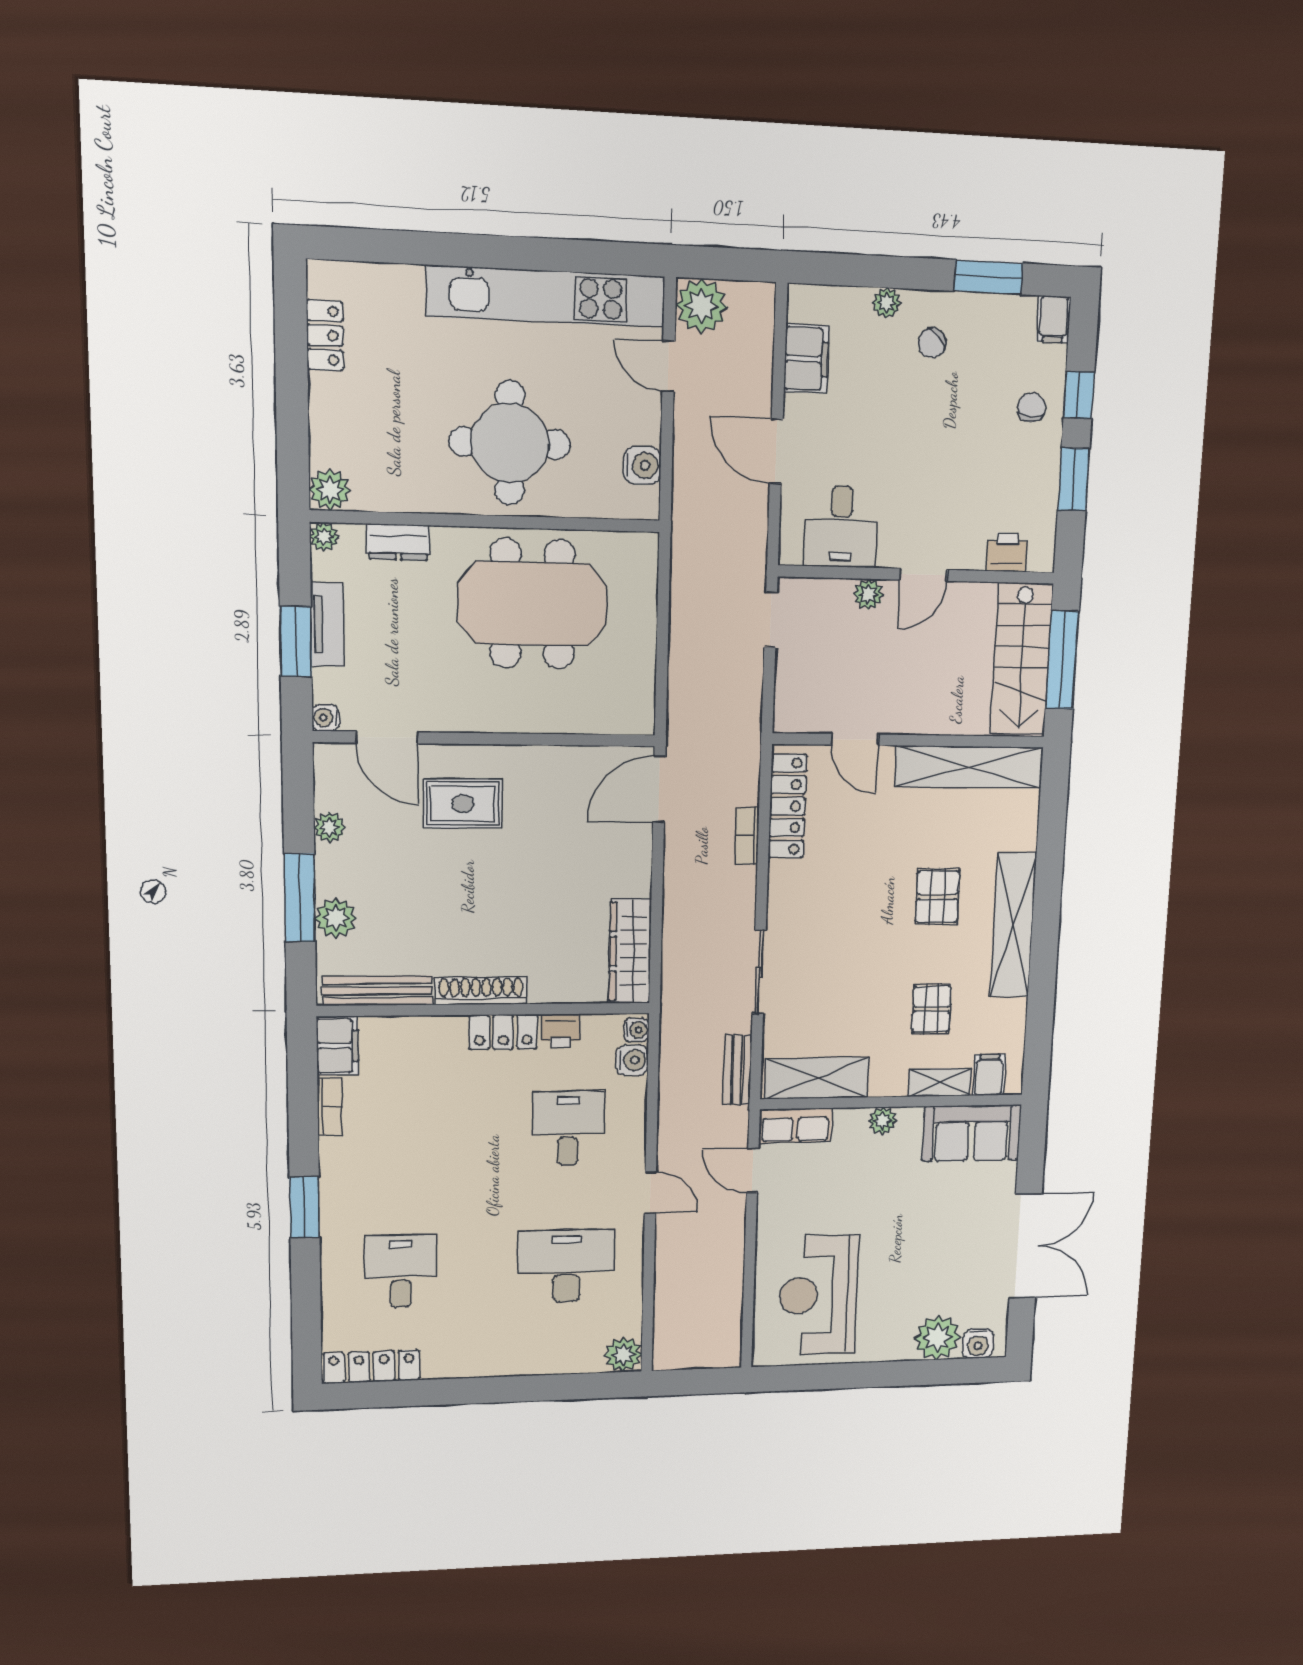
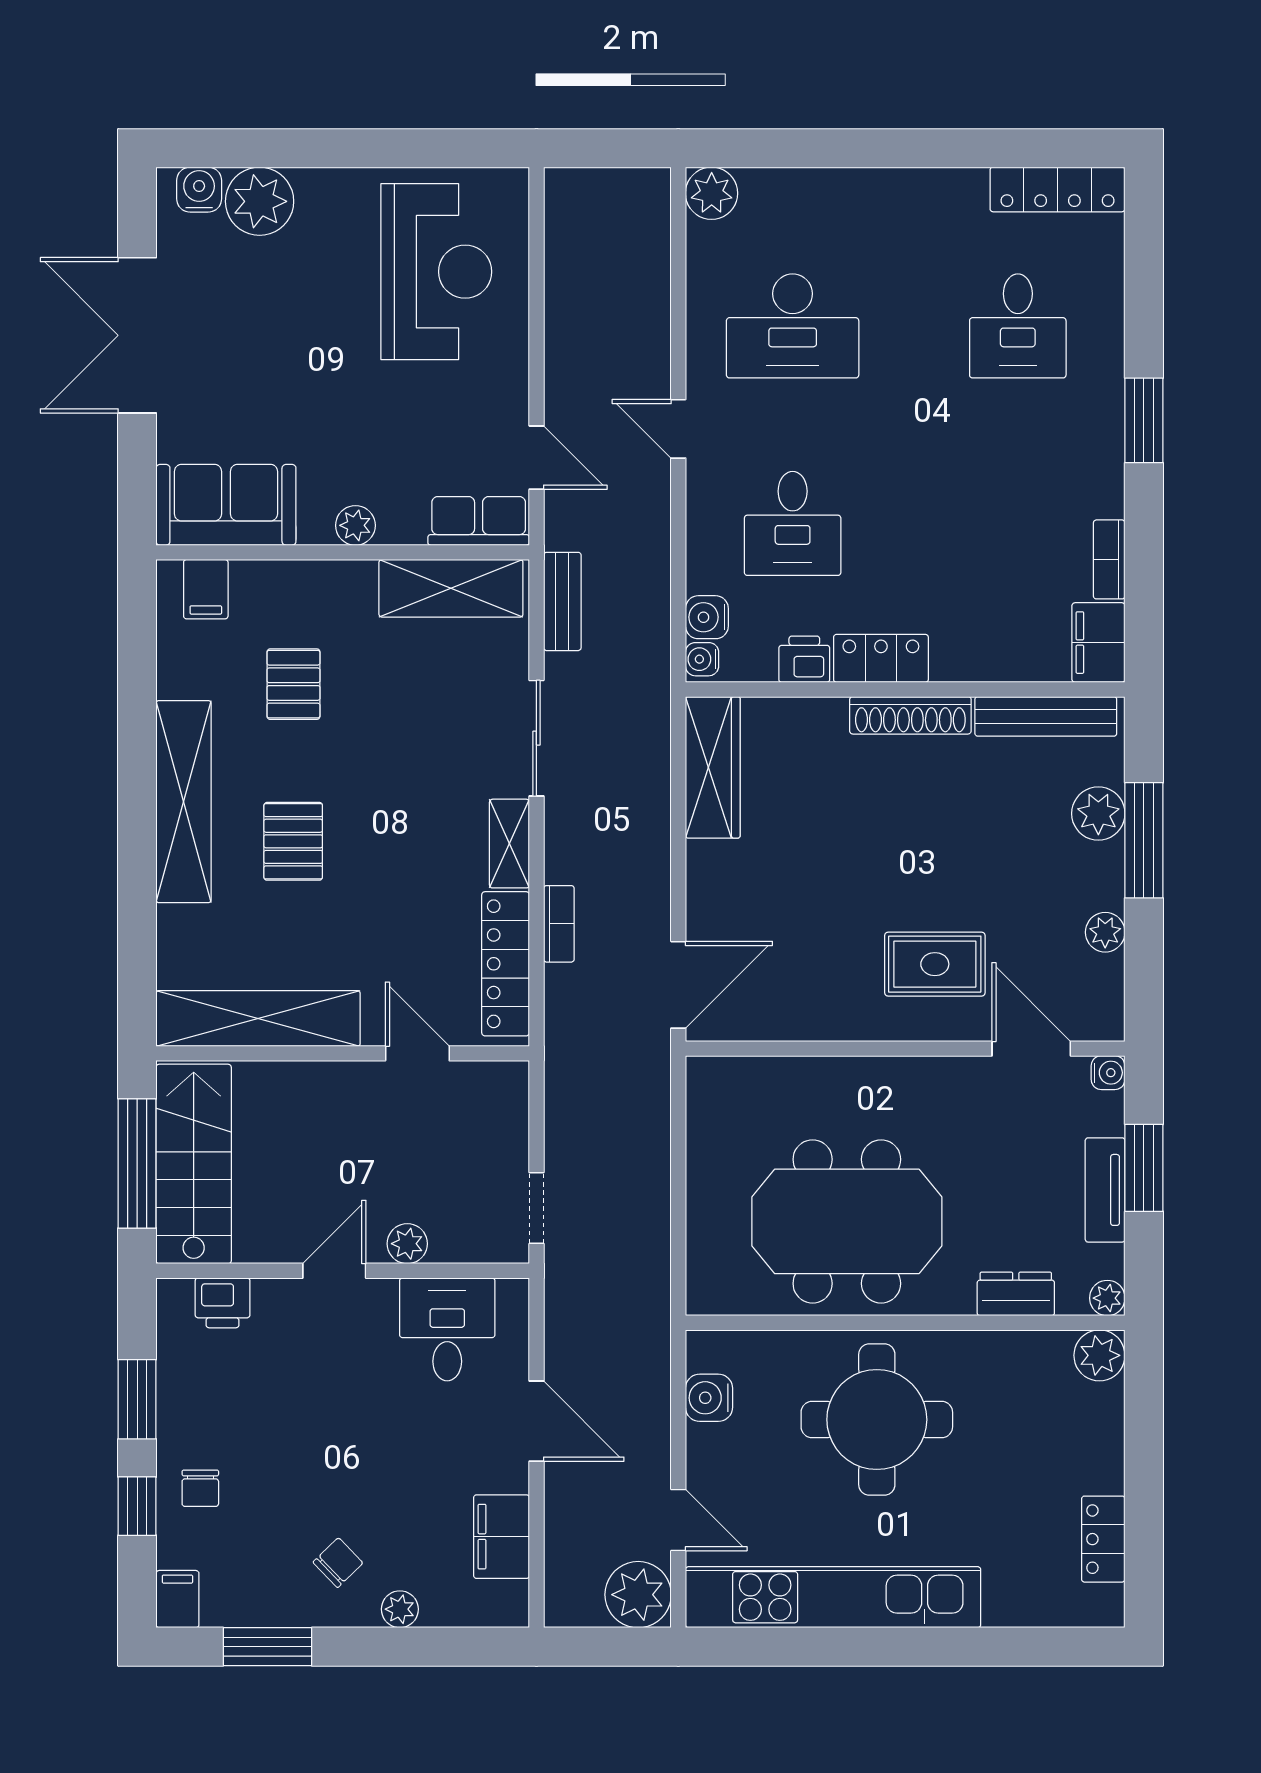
shelving: (940, 1082) -> (509, 844), moved, turned 90

